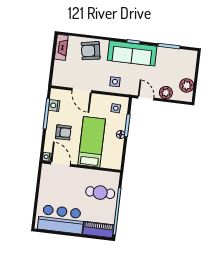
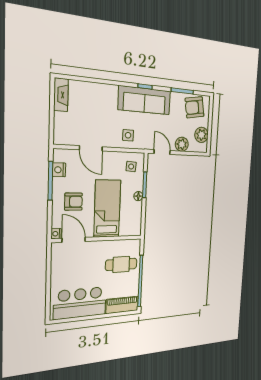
armchair: (91, 51) -> (195, 107), moved

